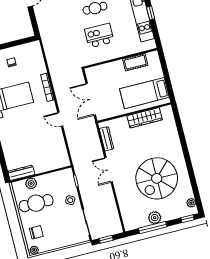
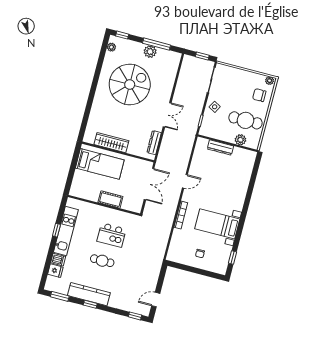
cot: (135, 62) -> (110, 200), moved
door: (60, 119) -> (185, 181), hinge flipped
dresser: (21, 173) -> (220, 147), moved

